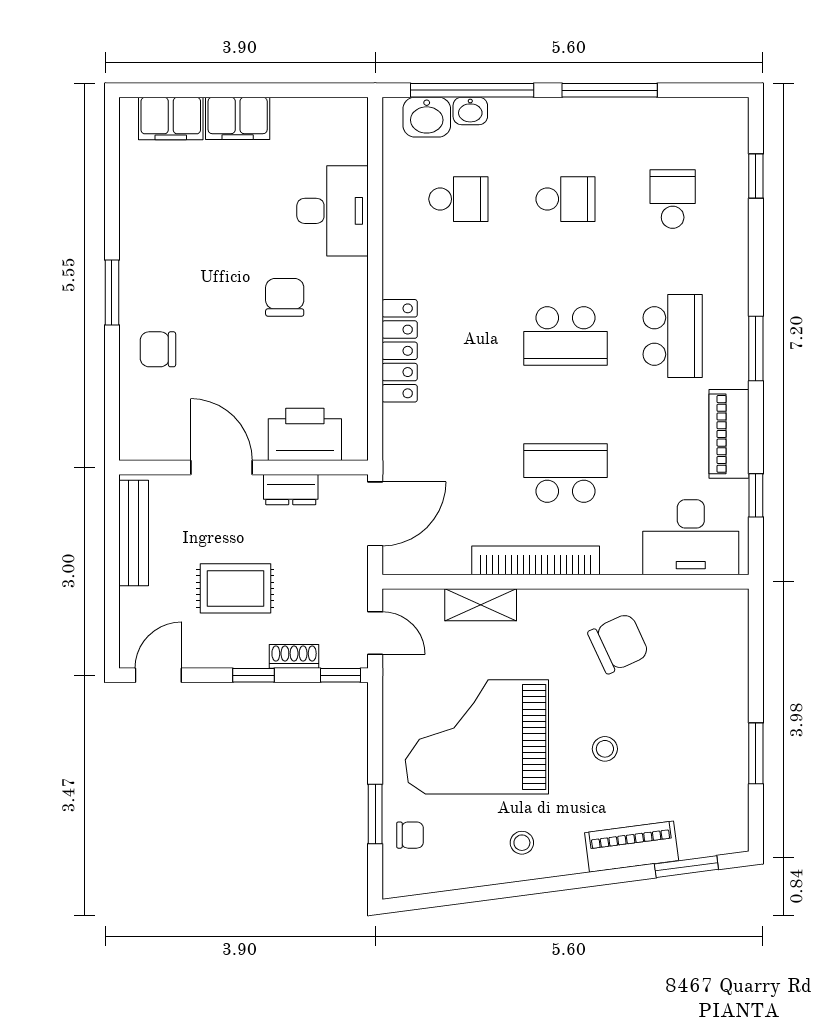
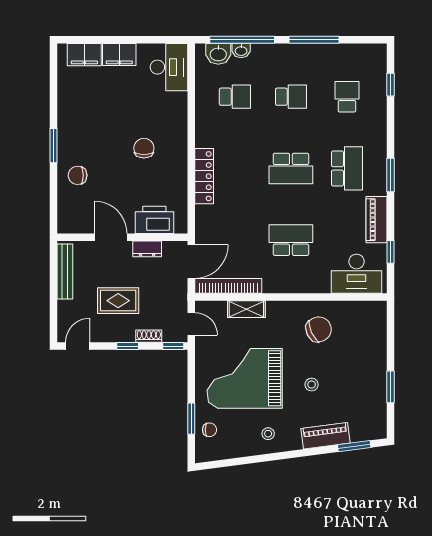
desk: (333, 211) -> (169, 67), moved
bookcase: (536, 560) -> (228, 286), moved

